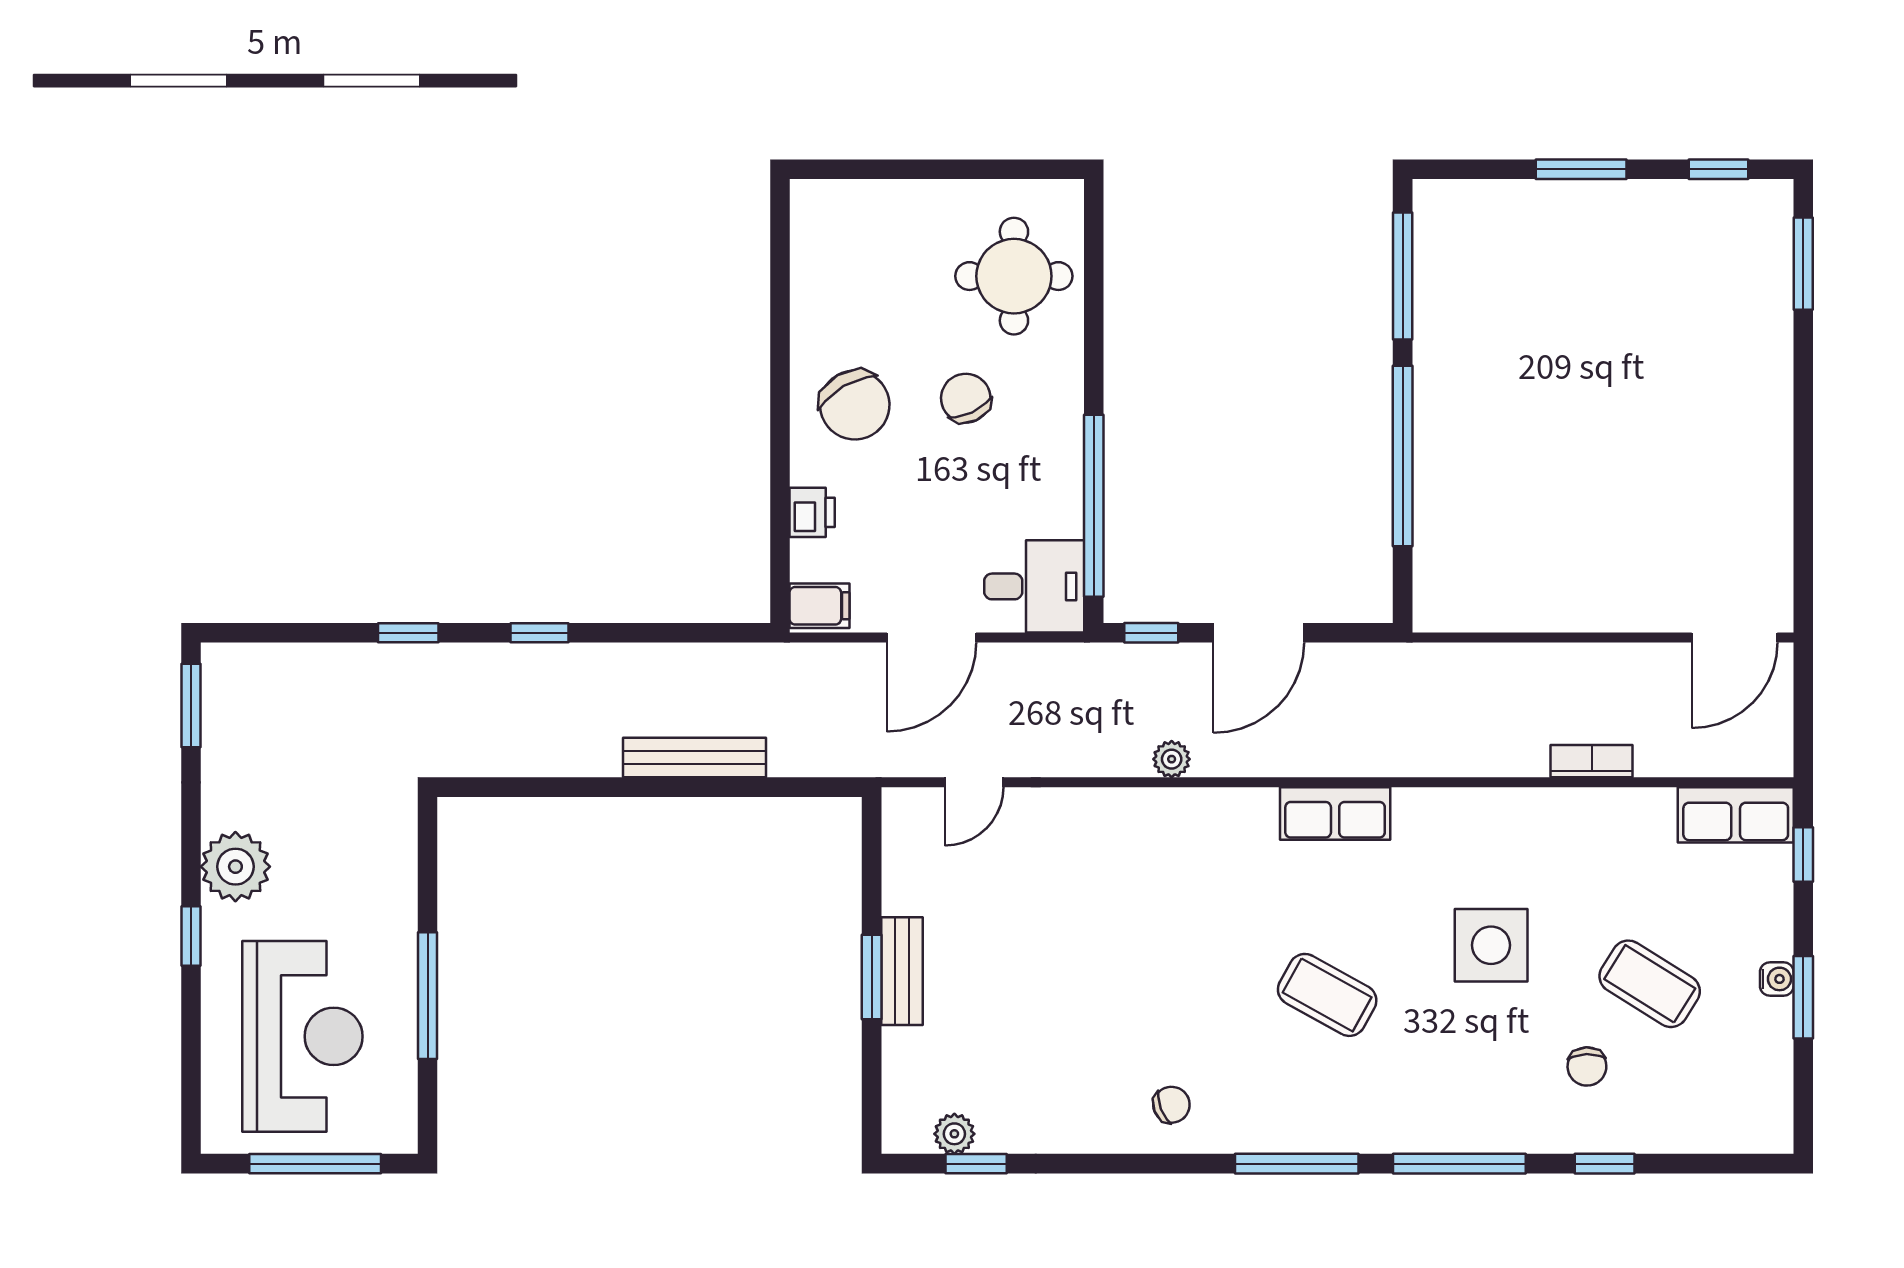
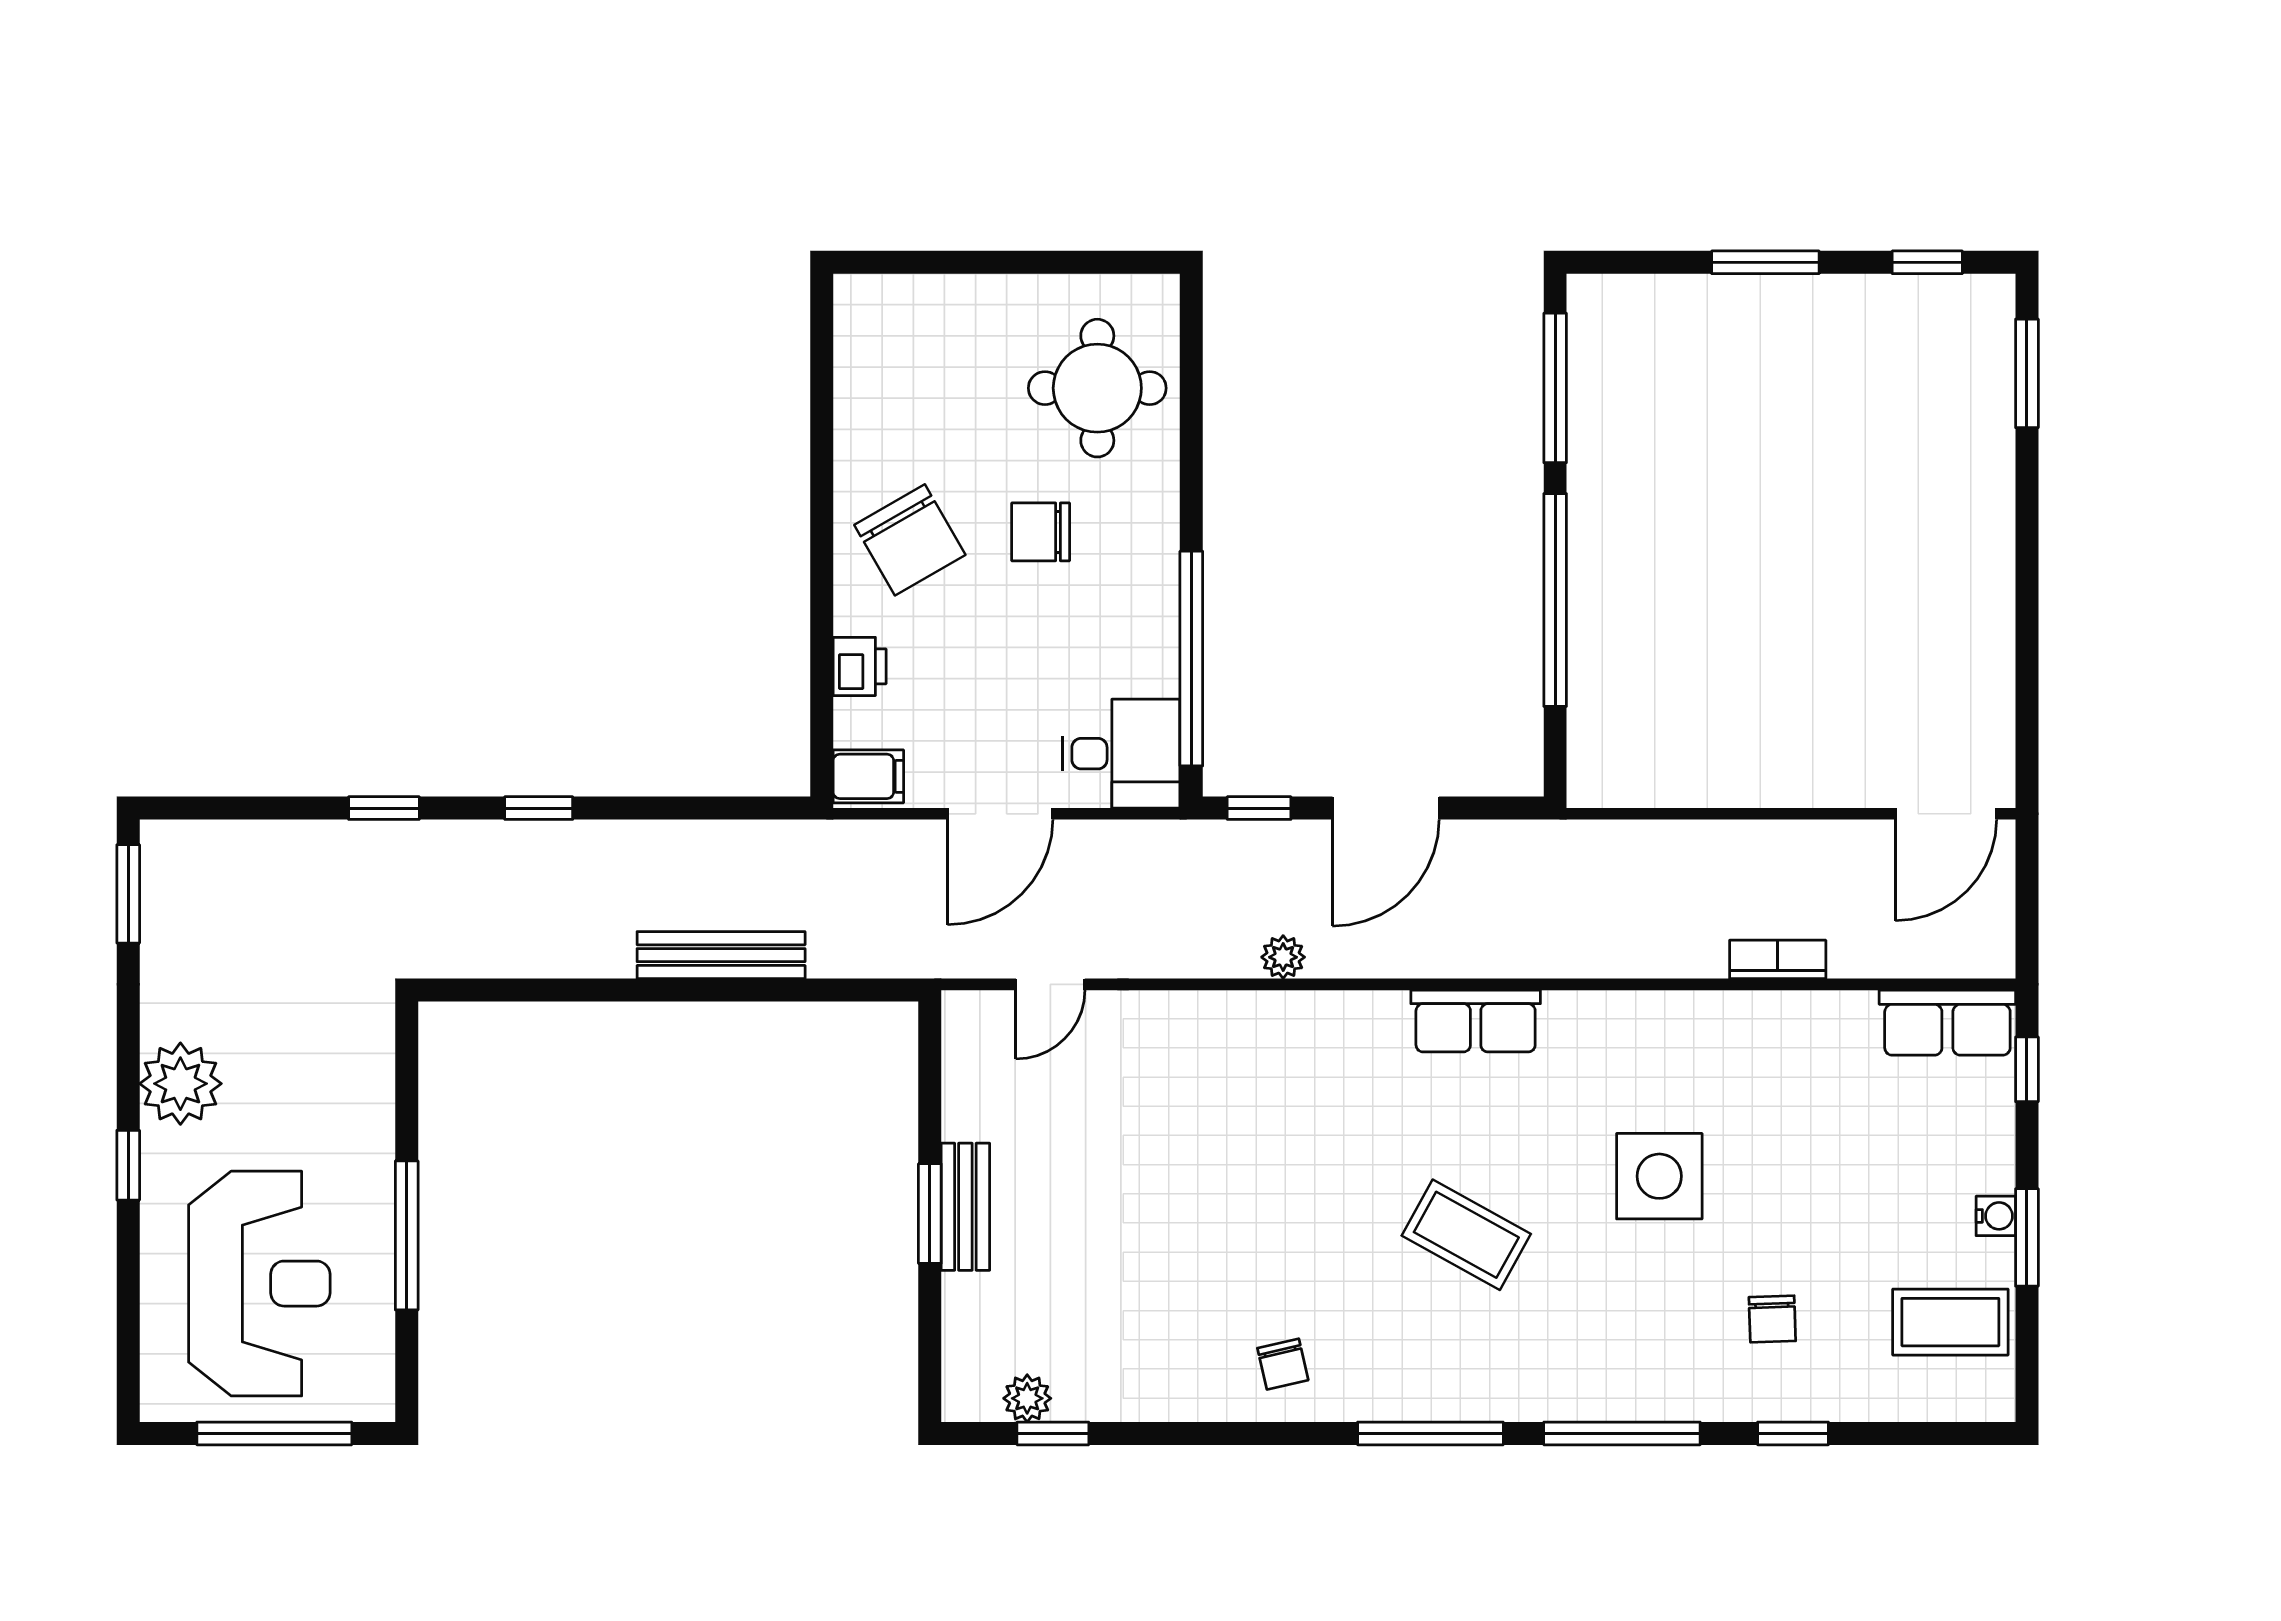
chair: (966, 398) -> (1041, 532), turned -65
coffee table: (1650, 984) -> (1950, 1322), moved, turned -32
chair: (1171, 1105) -> (1283, 1364), turned 98

